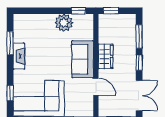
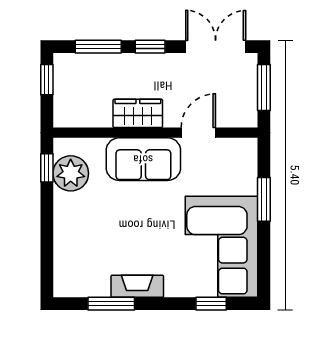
window: (111, 11) -> (47, 80), moved
plant: (64, 23) -> (71, 173), moved

